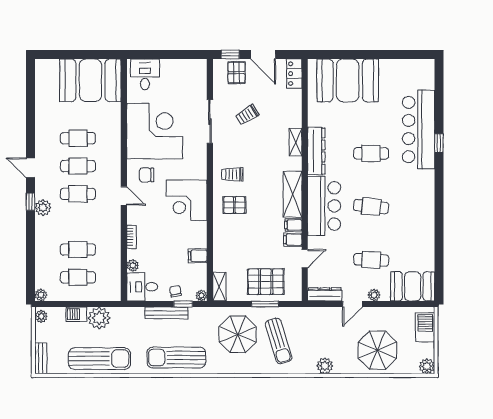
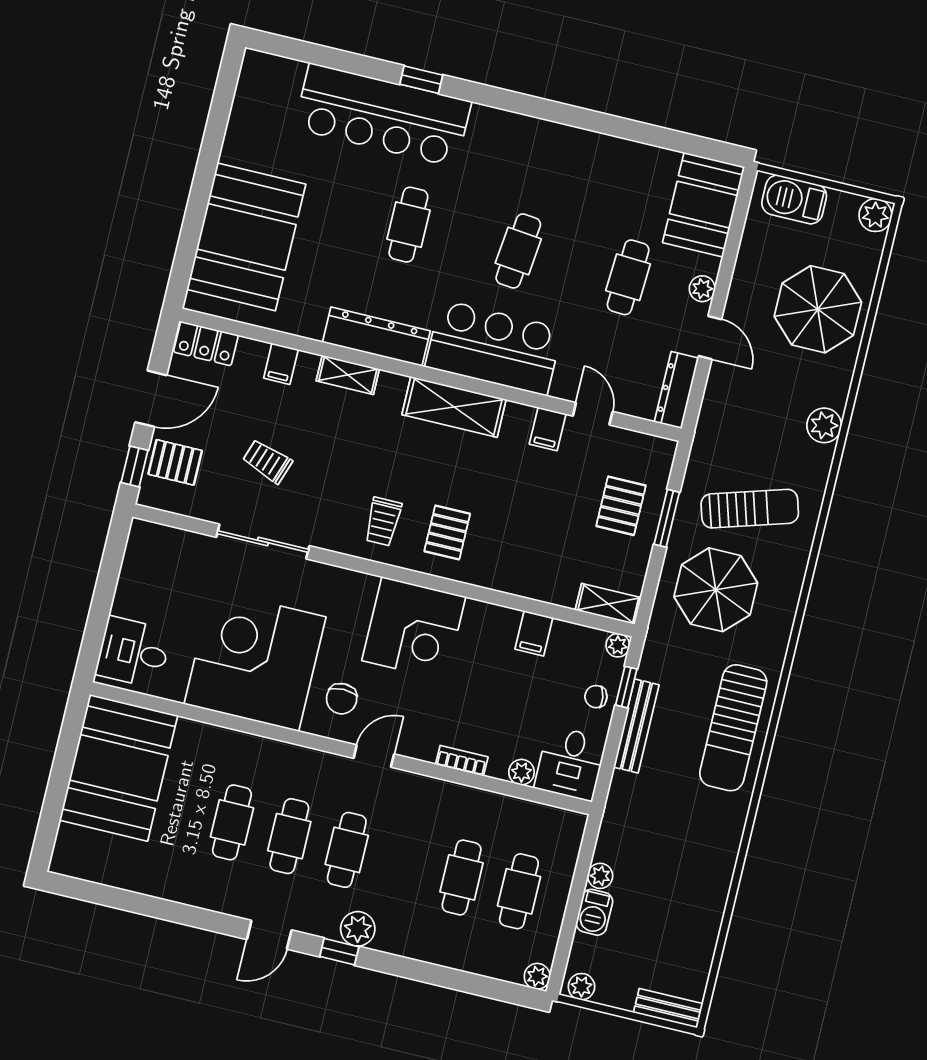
trolley: (247, 115) -> (267, 461), turned 141
filing cabinet: (293, 225) -> (281, 364), moved
pallet: (266, 282) -> (621, 506), width x0.67, depth x0.71
plant: (99, 318) -> (600, 876), width x0.53, depth x0.53
sun lounger: (99, 359) -> (697, 887), removed

